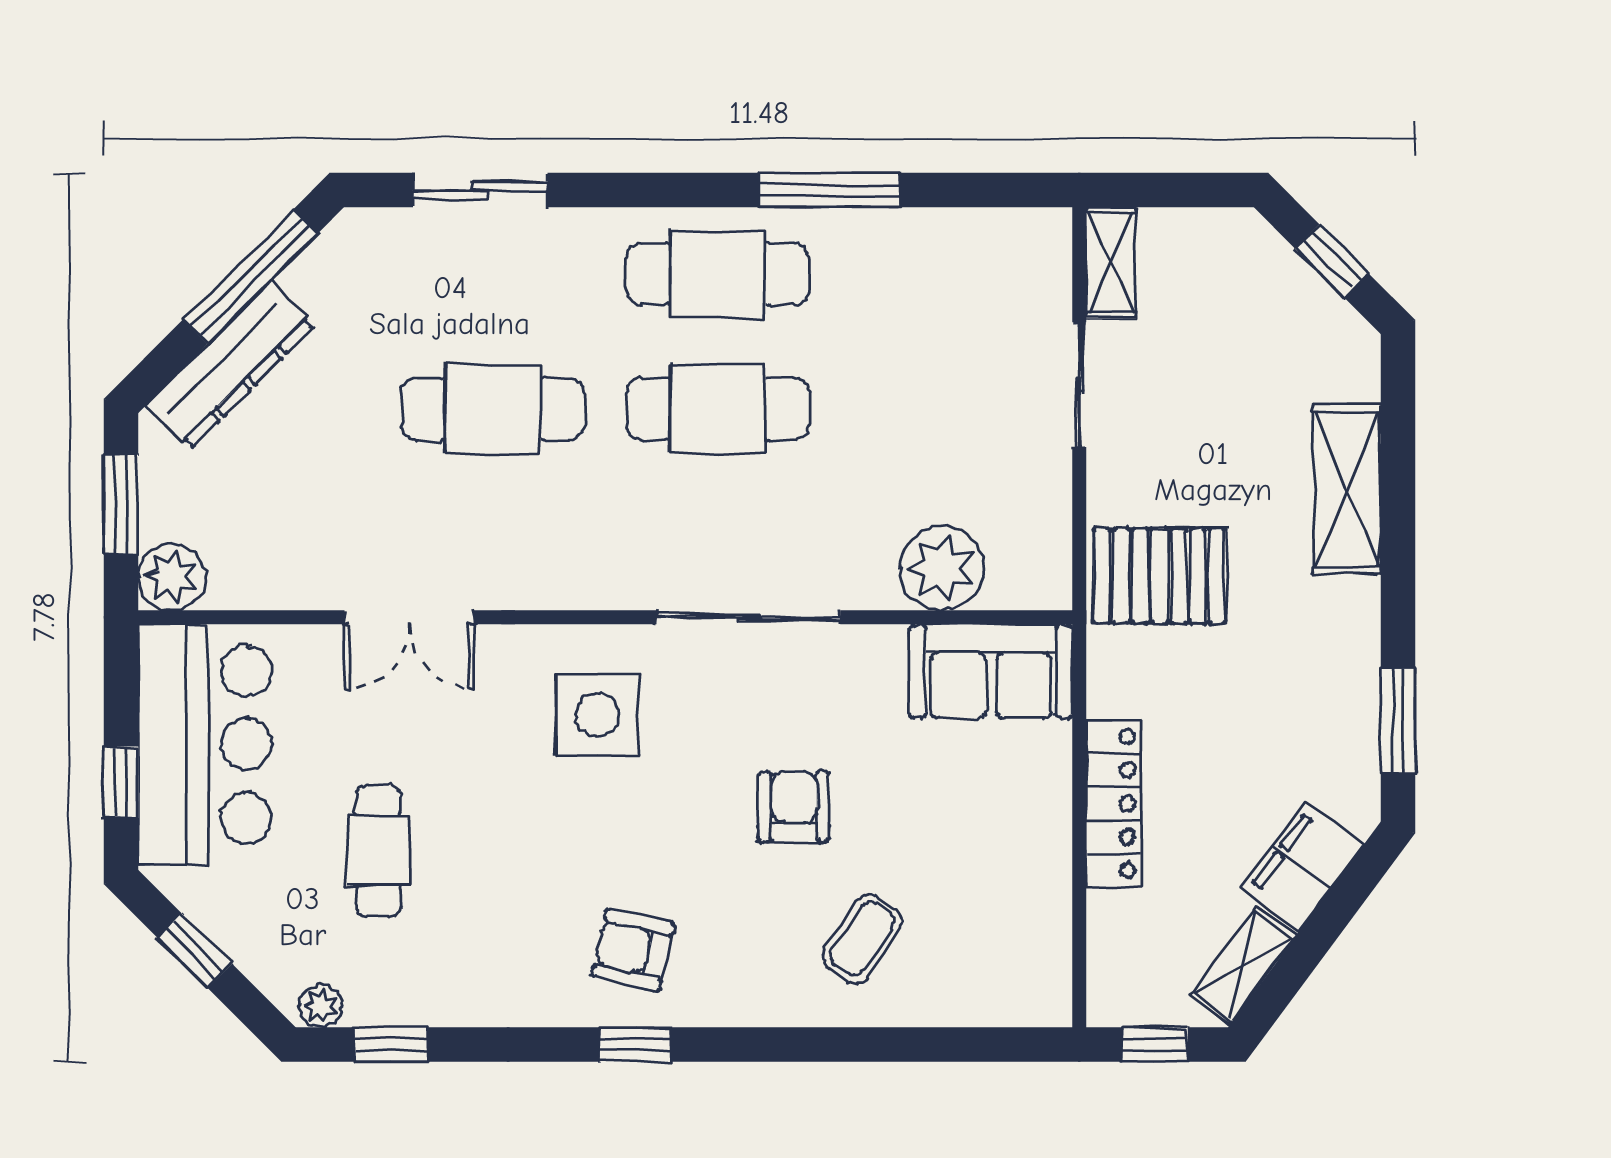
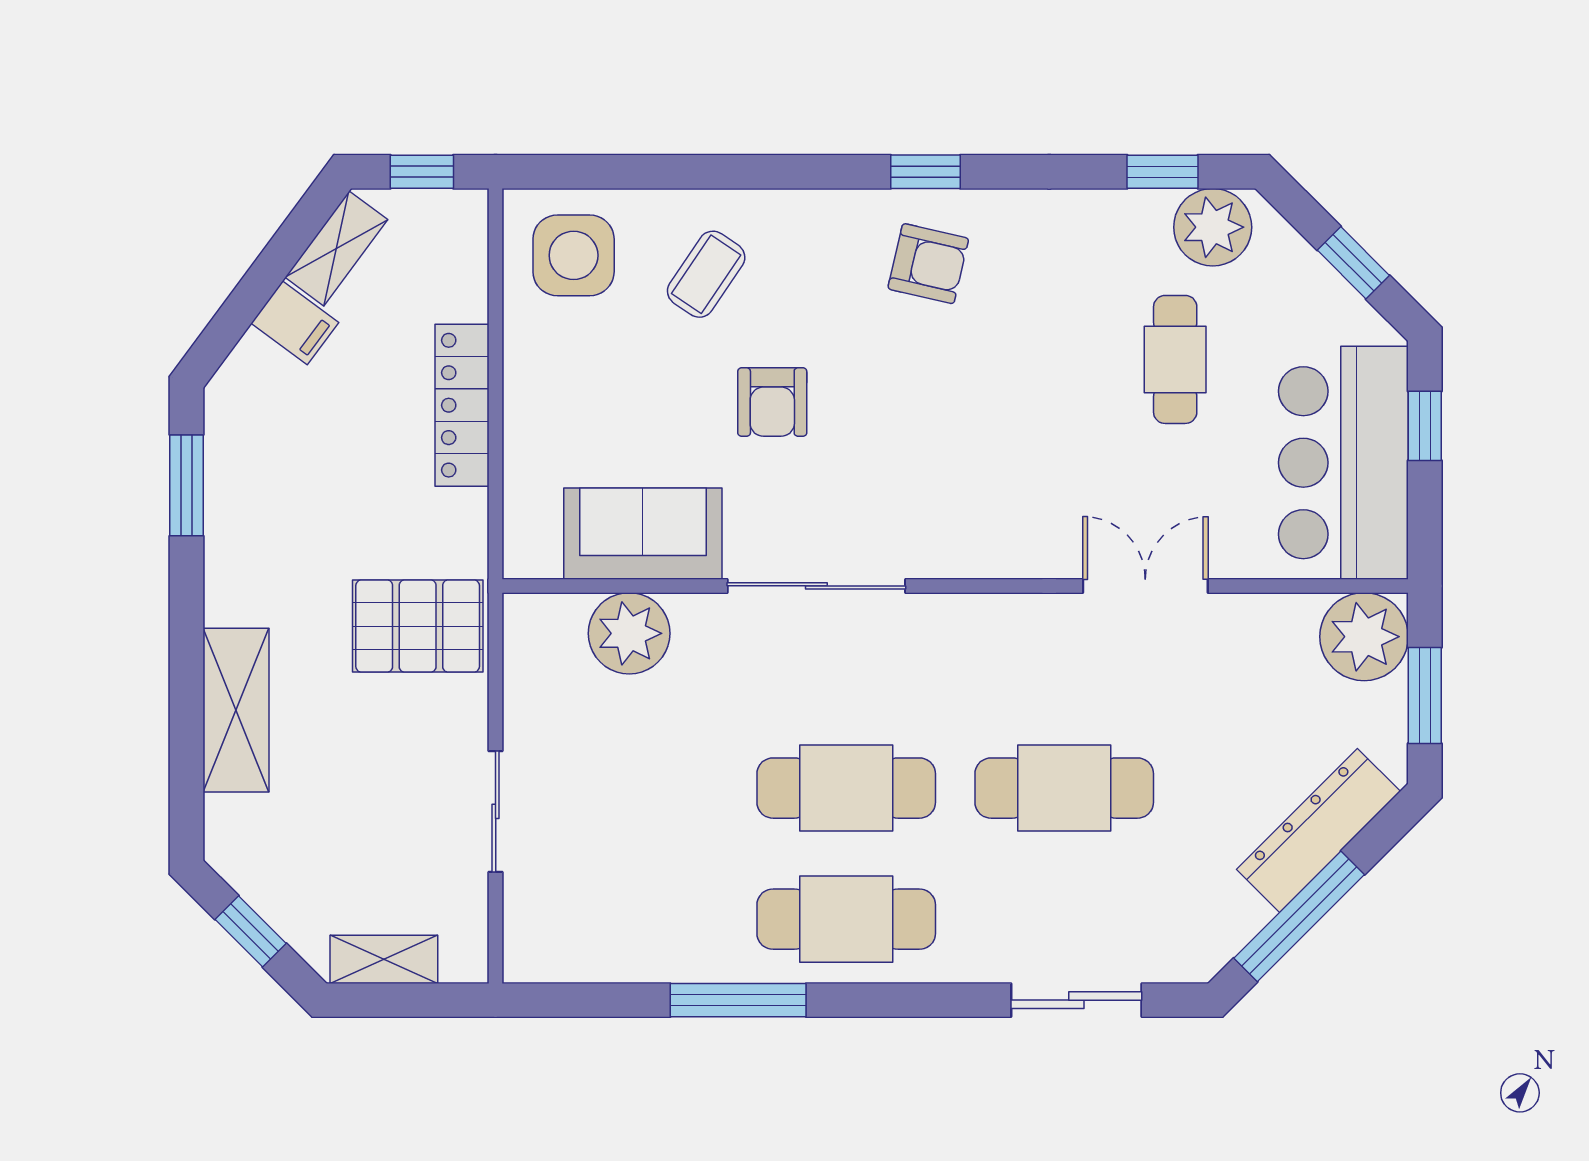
shelving: (1111, 263) -> (384, 959), moved, turned 90
plant: (171, 577) -> (1364, 637), width x1.36, depth x1.36
sofa: (991, 671) -> (643, 534), moved
side table: (597, 715) -> (574, 255), moved
filing cabinet: (1302, 867) -> (295, 323), width x0.50
plant: (321, 1006) -> (1213, 227), width x1.87, depth x1.87

